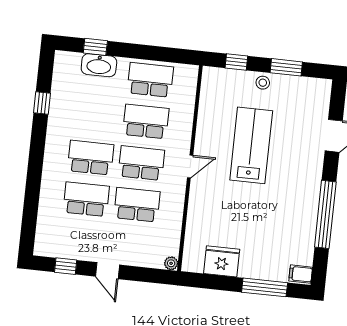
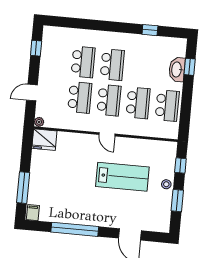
fridge: (222, 261) -> (44, 140), moved, turned 90
door: (107, 271) -> (32, 93), moved

